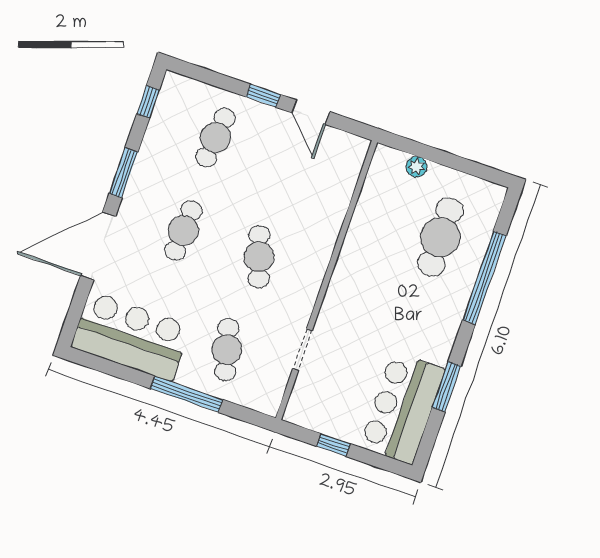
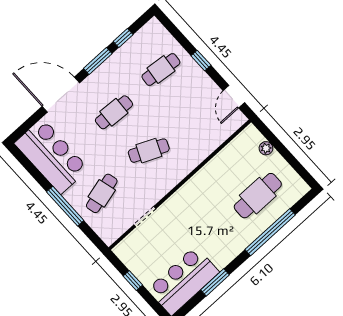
window: (148, 102) -> (123, 38), moved
door: (311, 112) -> (234, 97), moved
cafe table: (259, 257) -> (149, 151), turned 42

